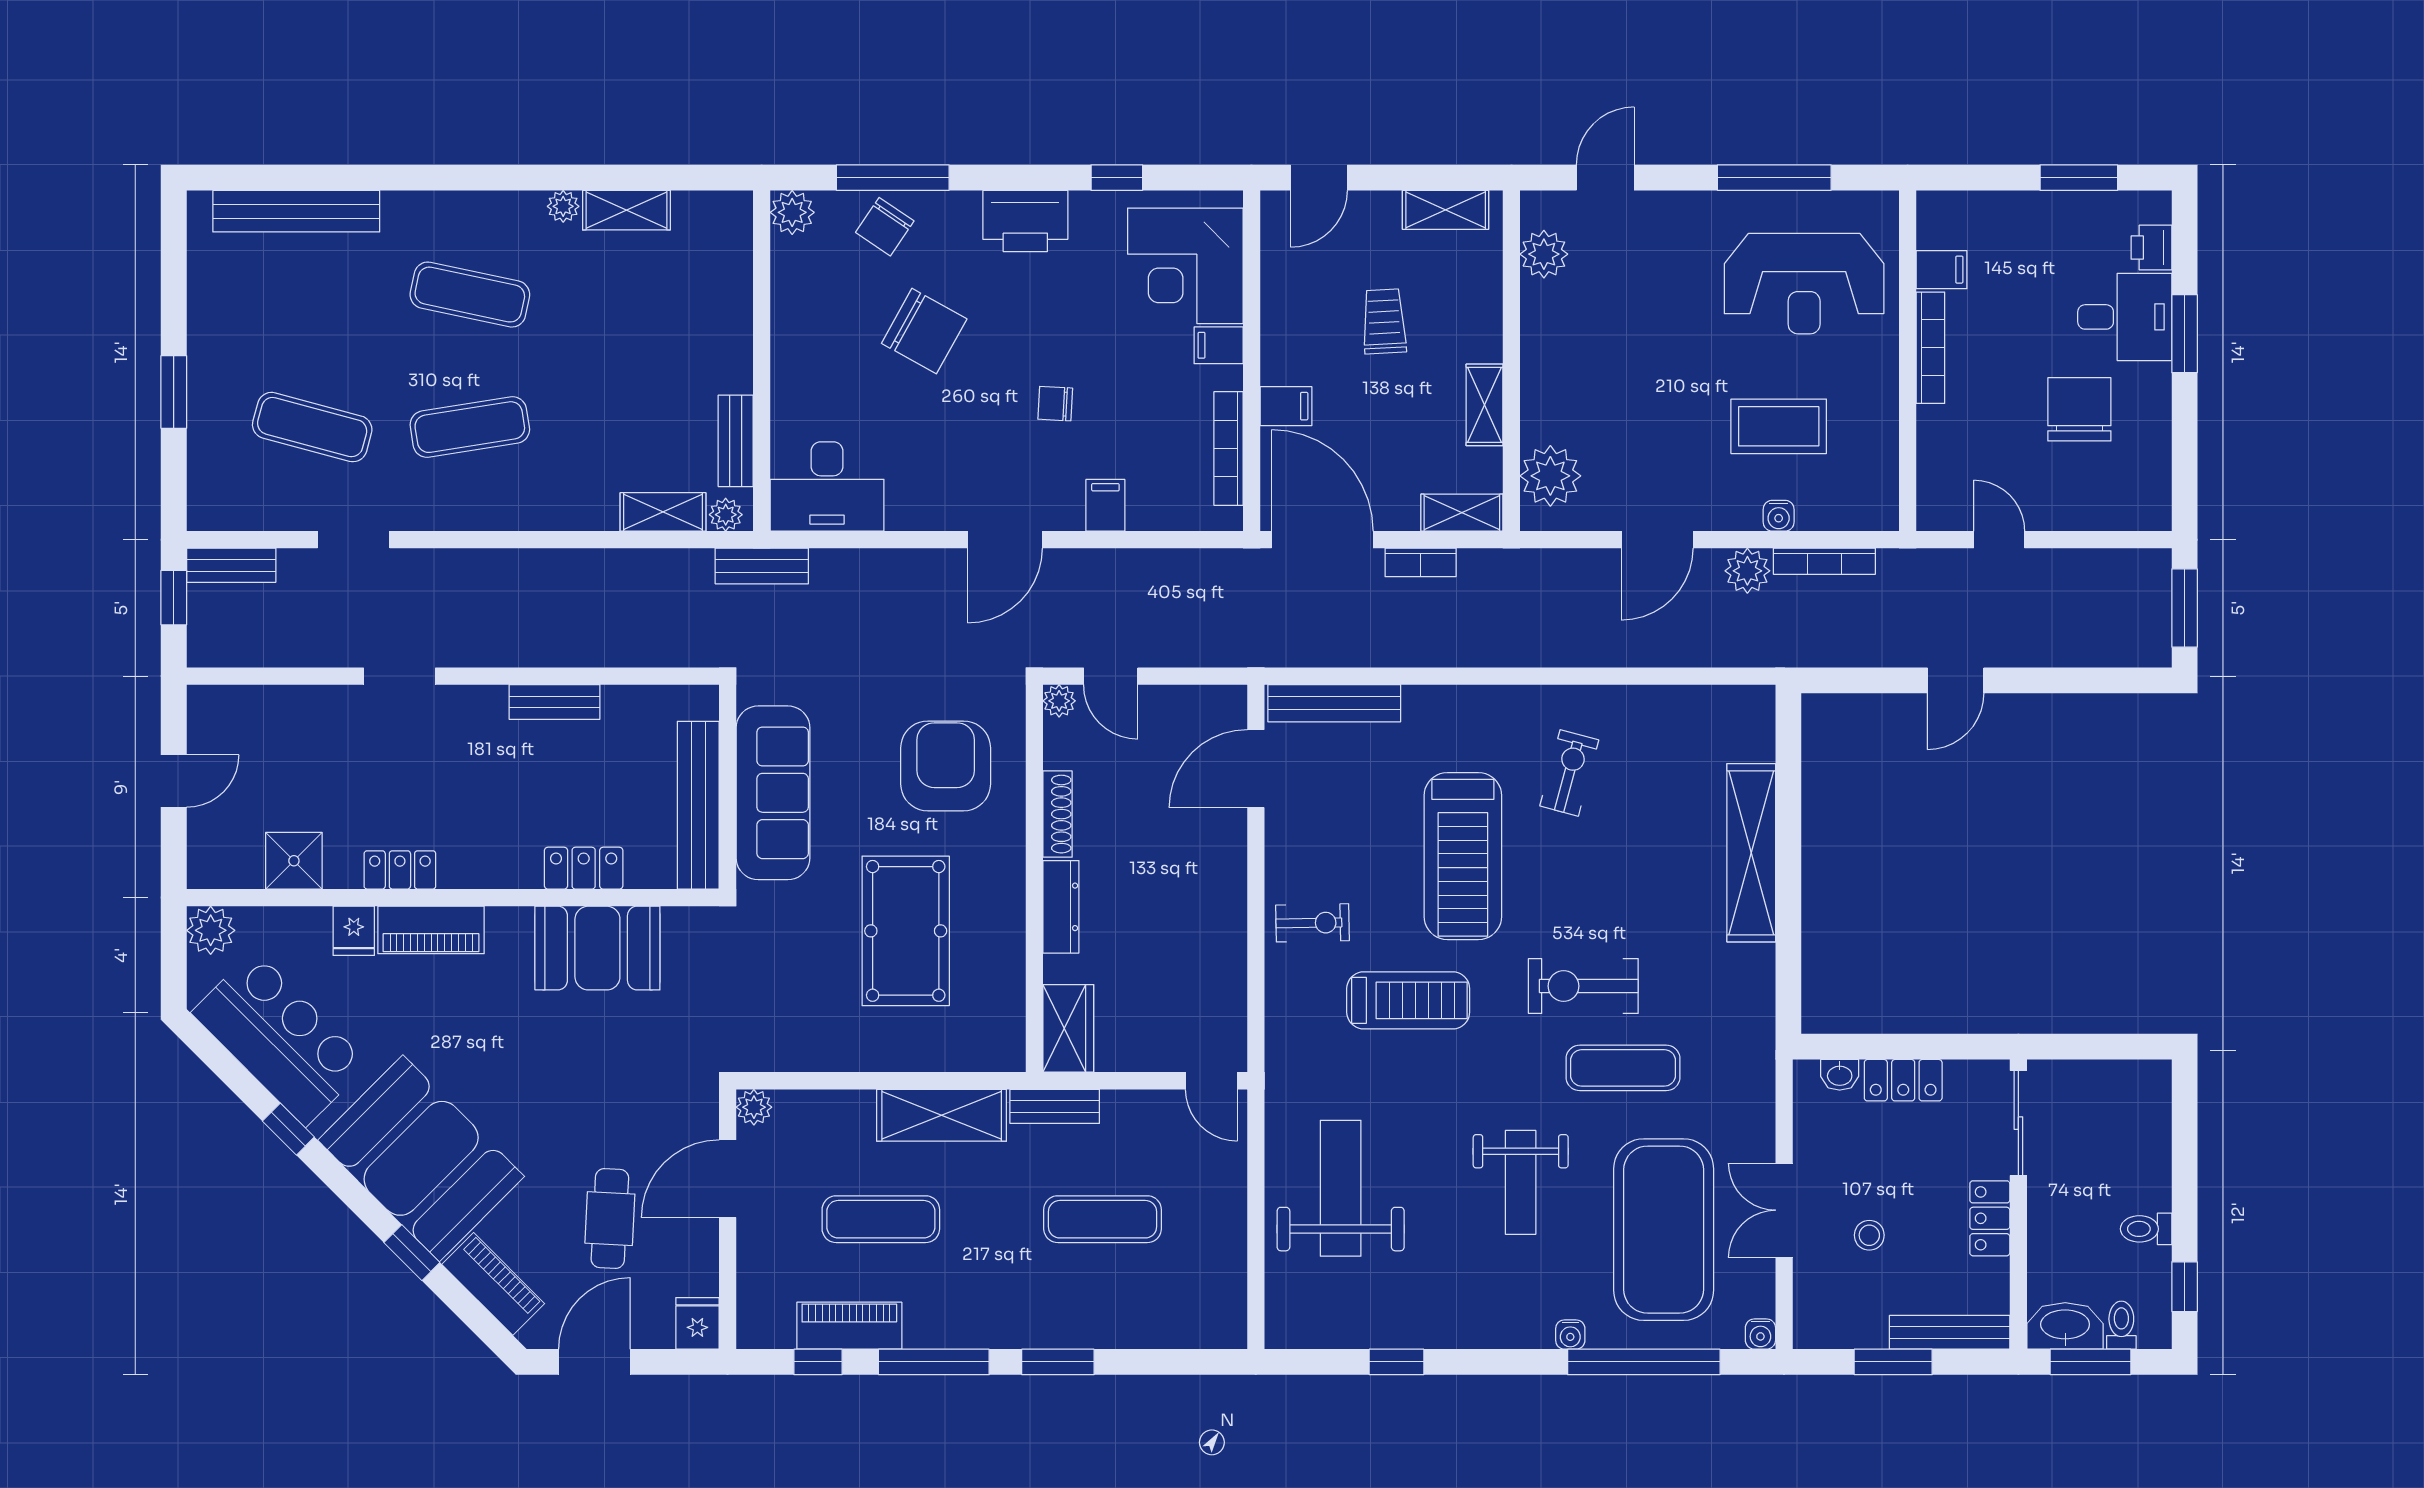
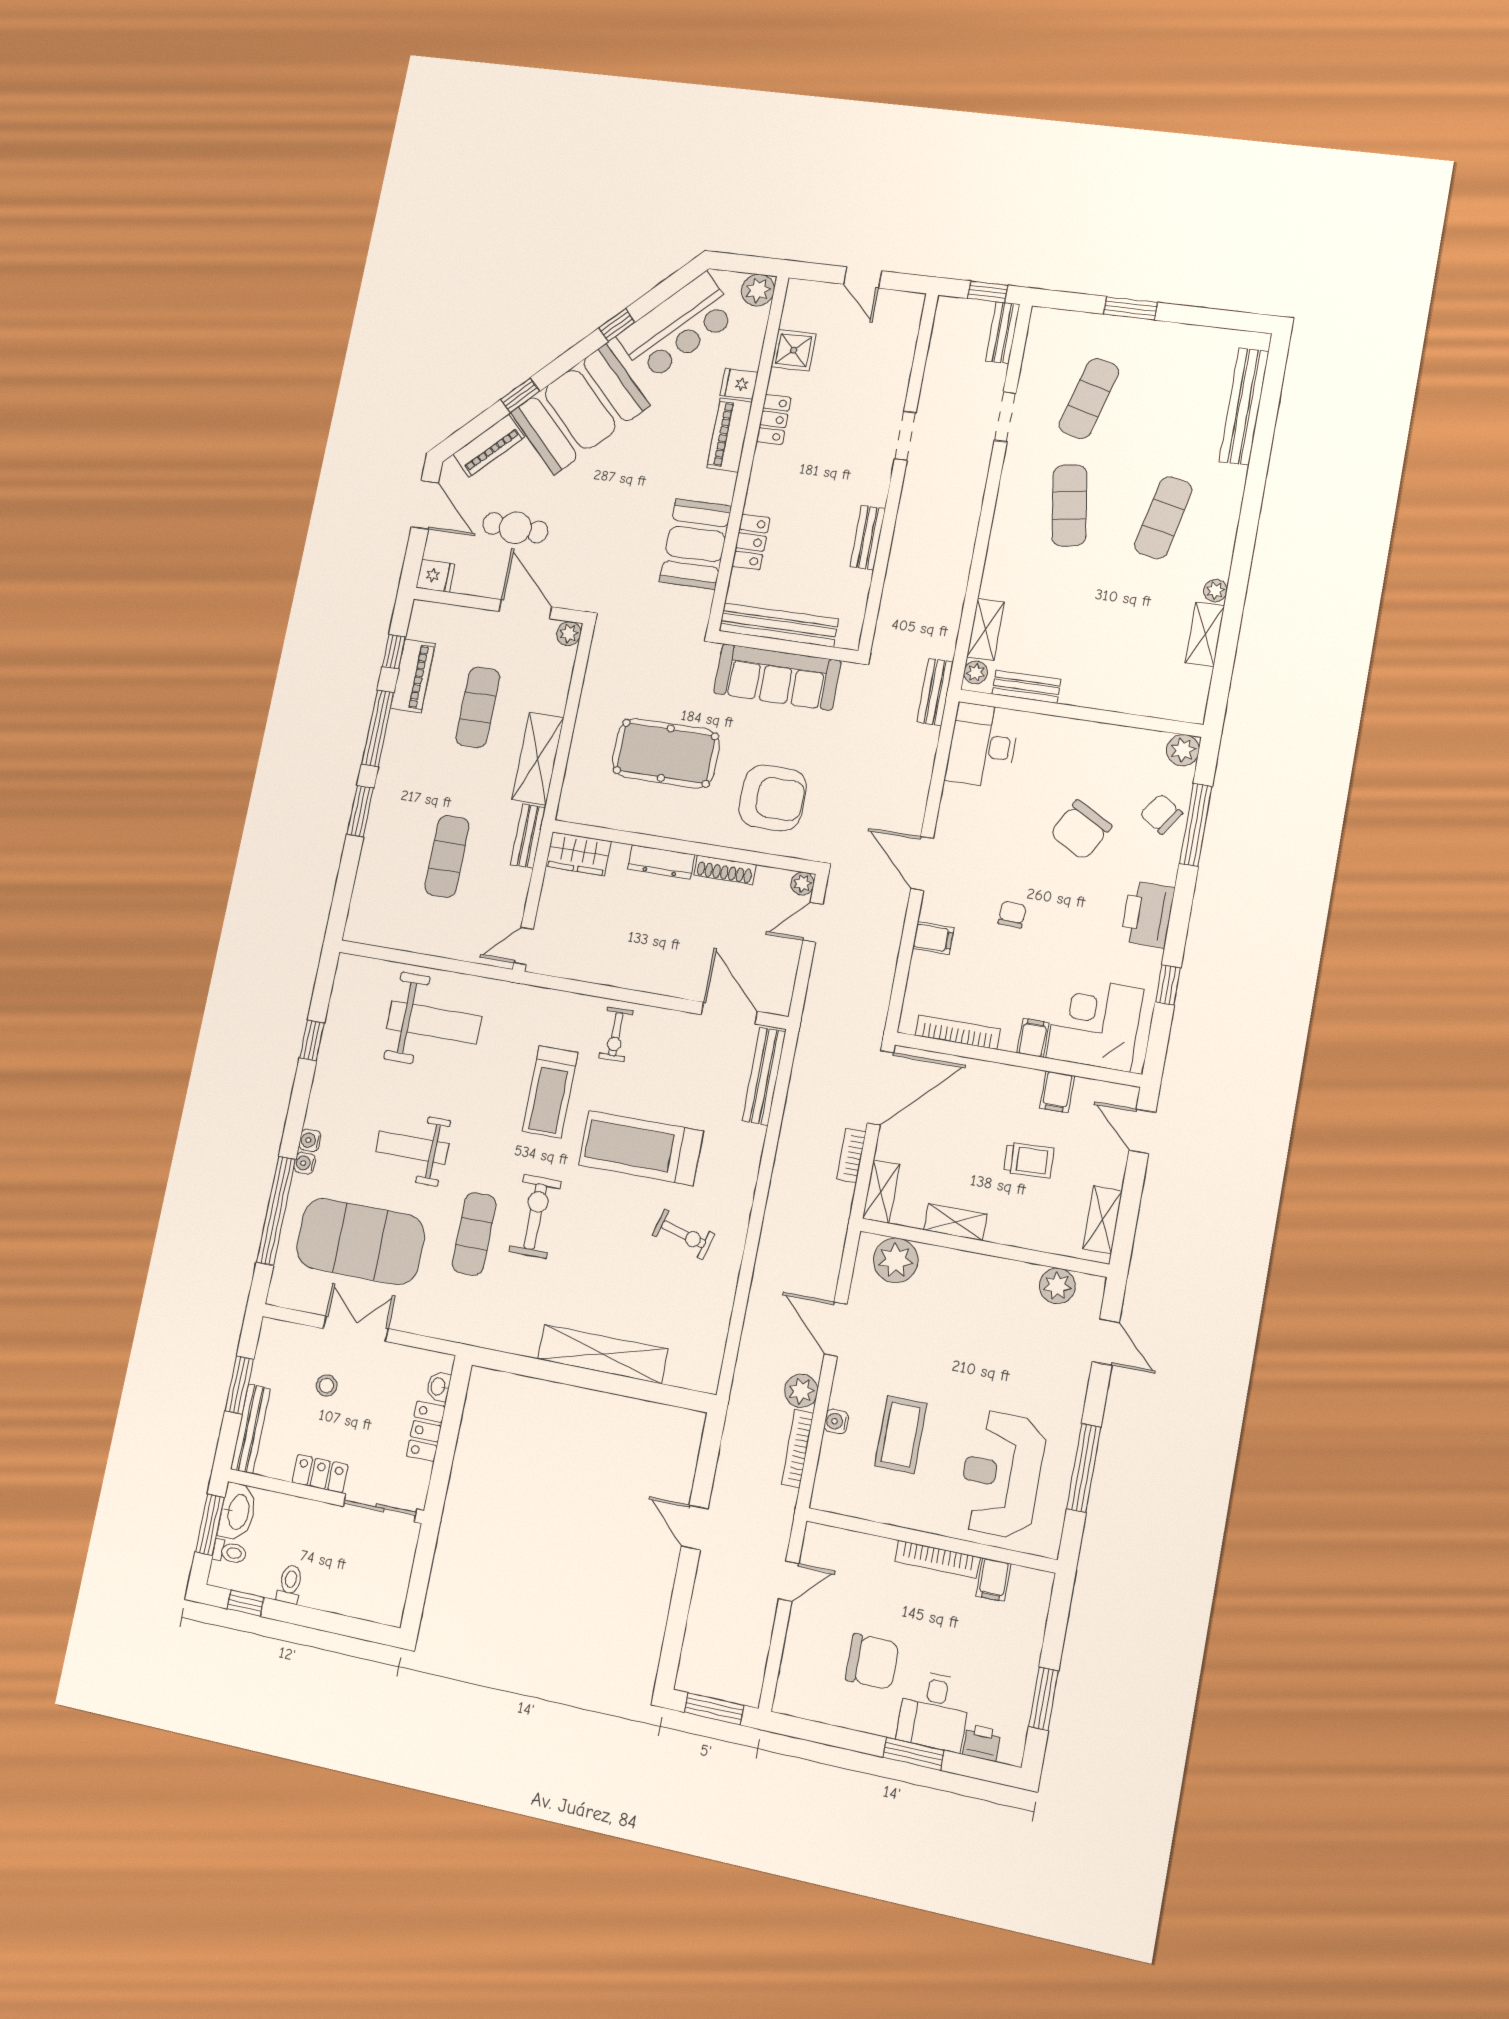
filing cabinet: (1286, 406) -> (1057, 1092), moved
water cooler: (1760, 1334) -> (310, 1140), moved

